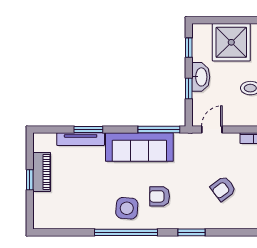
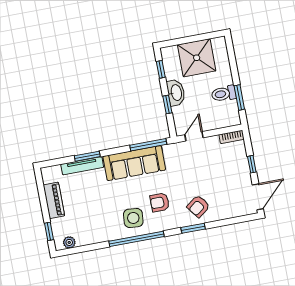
window: (30, 180) -> (49, 231), moved
armchair: (223, 189) -> (198, 206), moved
plant: (50, 222) -> (69, 242), added

